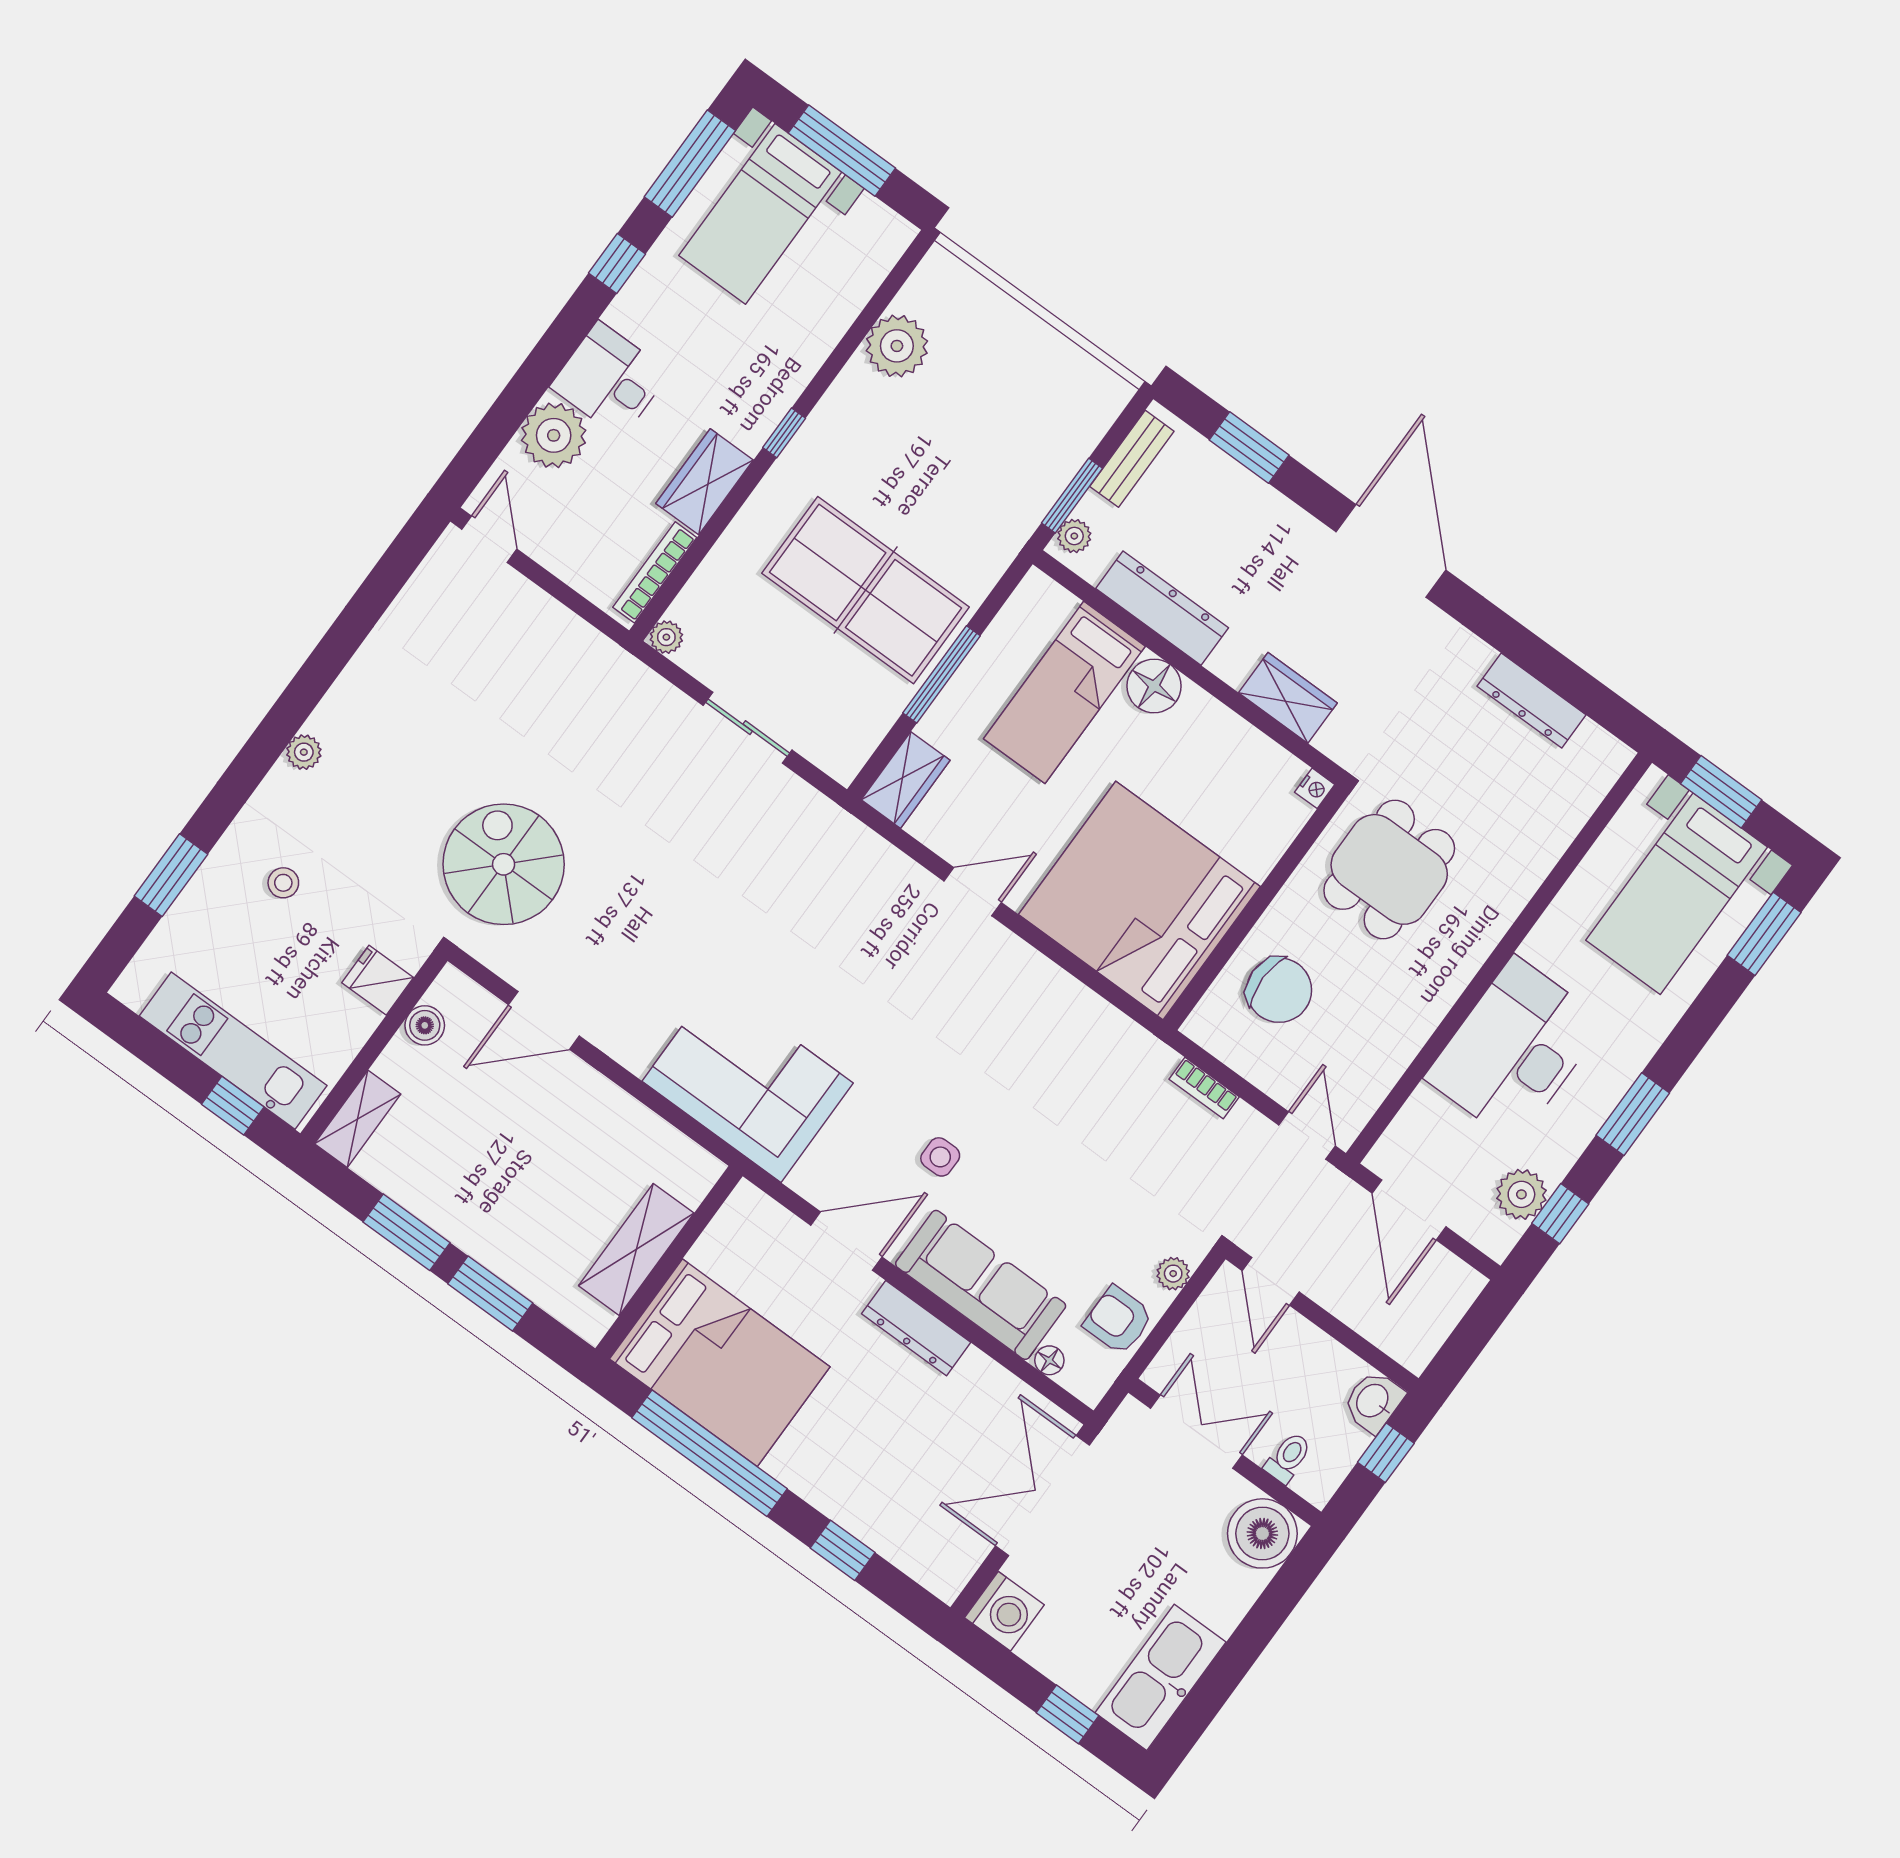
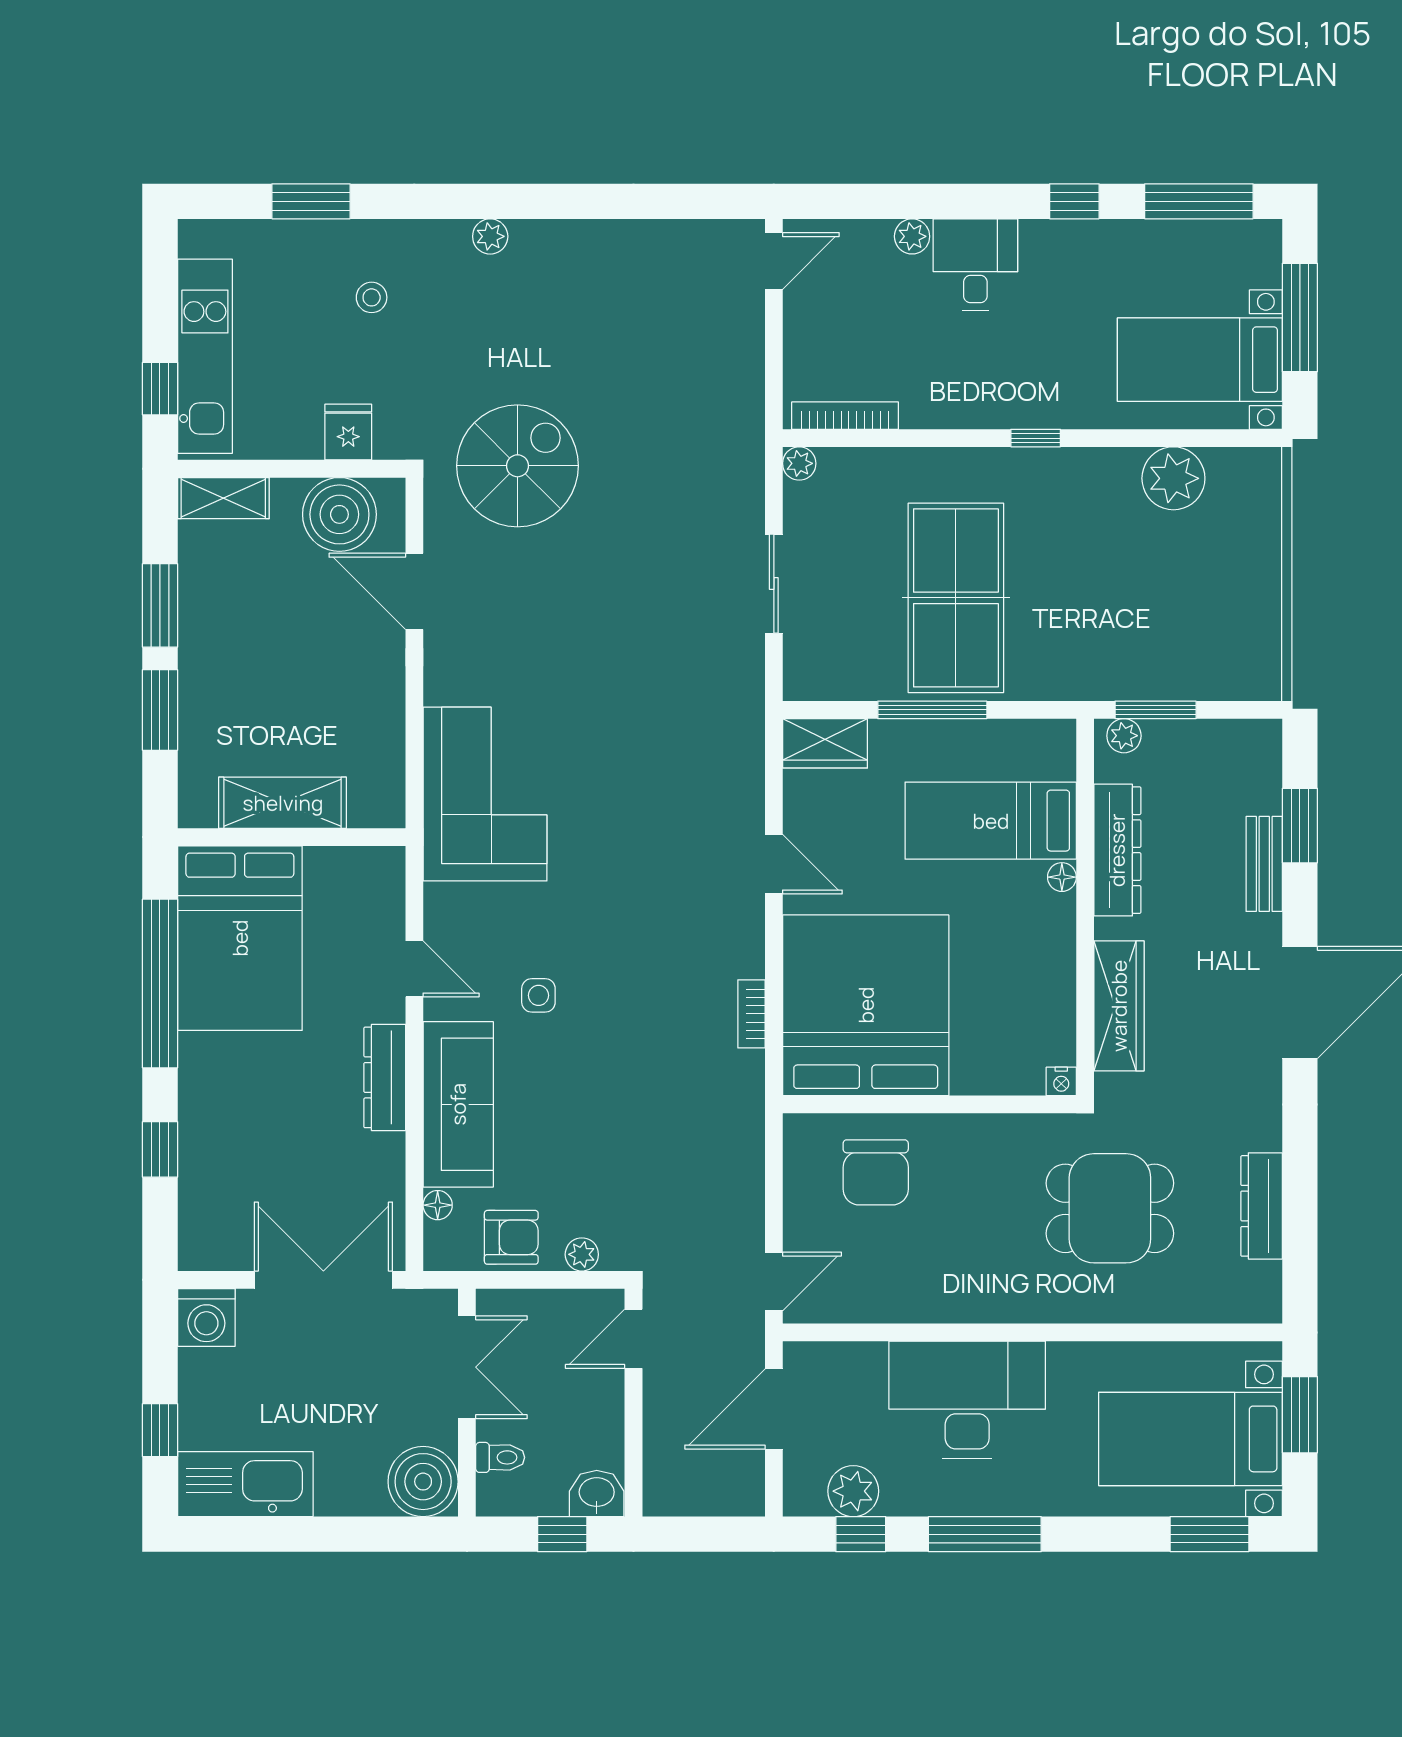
bed with nightstands: (760, 214) -> (1200, 360), moved
plant: (554, 435) -> (912, 236), width x0.53, depth x0.53
bench: (1132, 459) -> (1264, 864), moved, turned 90
wardrobe: (705, 482) -> (949, 402), removed
floor lamp: (1154, 686) -> (1062, 877), width x0.53, depth x0.53
wardrobe: (1288, 698) -> (1119, 1006), width x1.50
dining table: (1389, 869) -> (1110, 1208), moved
boiler: (425, 1025) -> (339, 514), width x1.86, depth x1.86
bookcase: (1204, 1088) -> (751, 1014), moved
window: (1633, 1114) -> (985, 1534), width x1.44
door: (846, 1241) -> (414, 969), width x0.73
armchair: (1118, 1320) -> (511, 1237), turned 90

